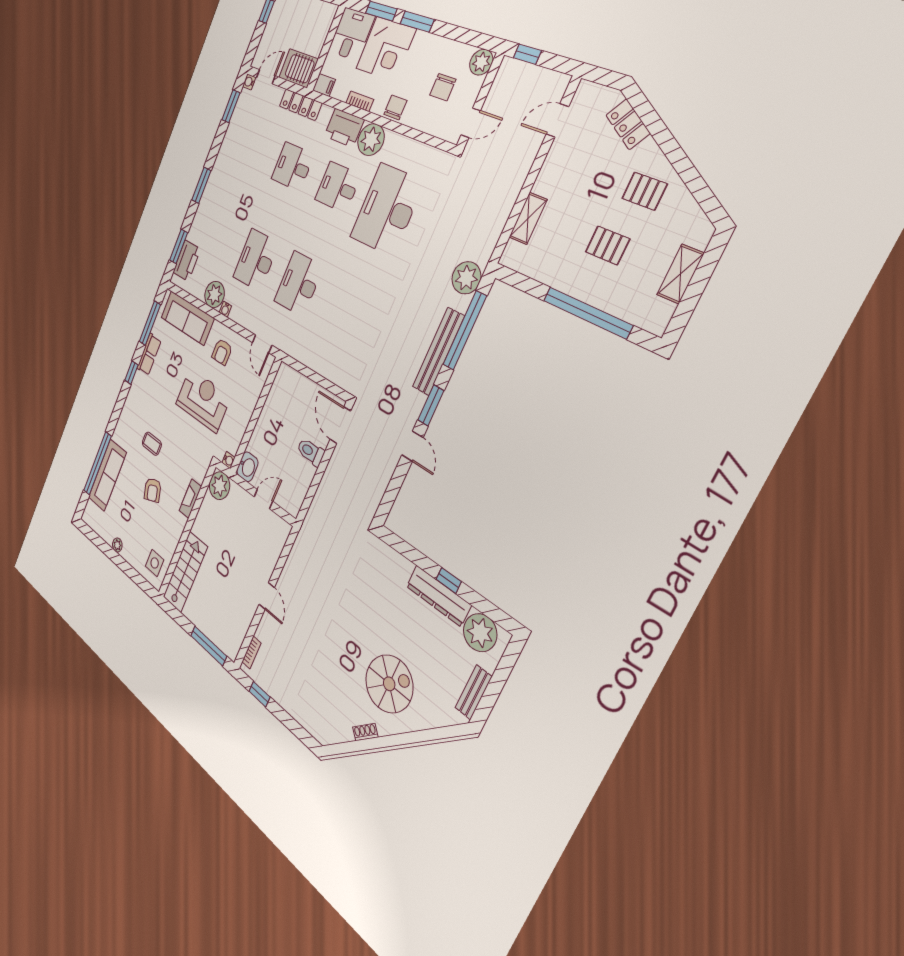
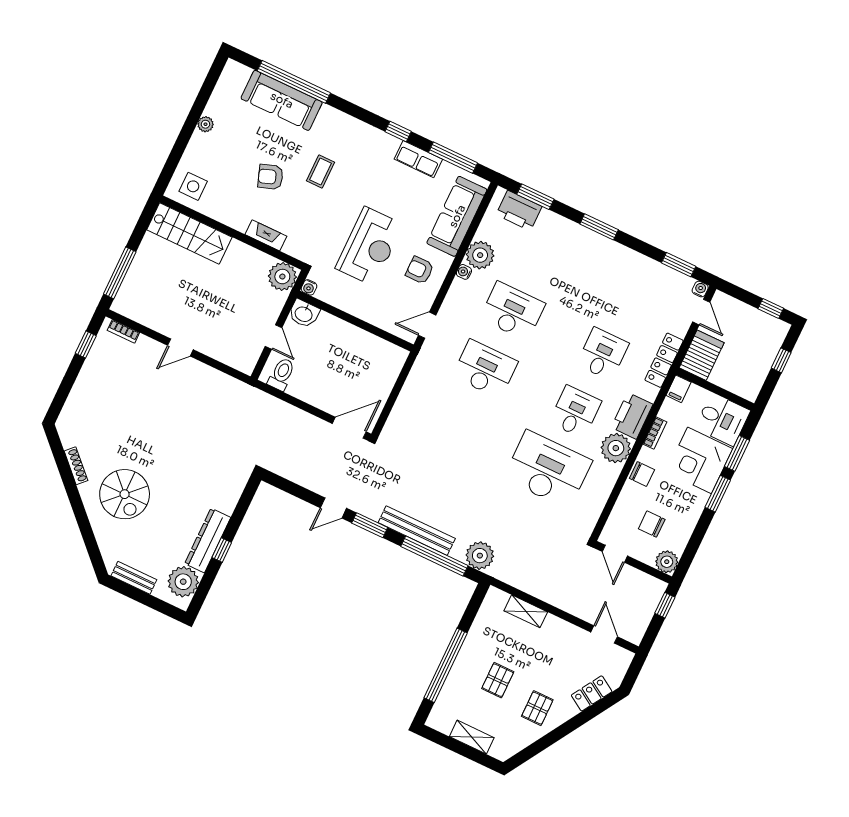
toilet: (311, 452) -> (282, 374), moved
shoe rack: (365, 732) -> (76, 466), width x1.43

